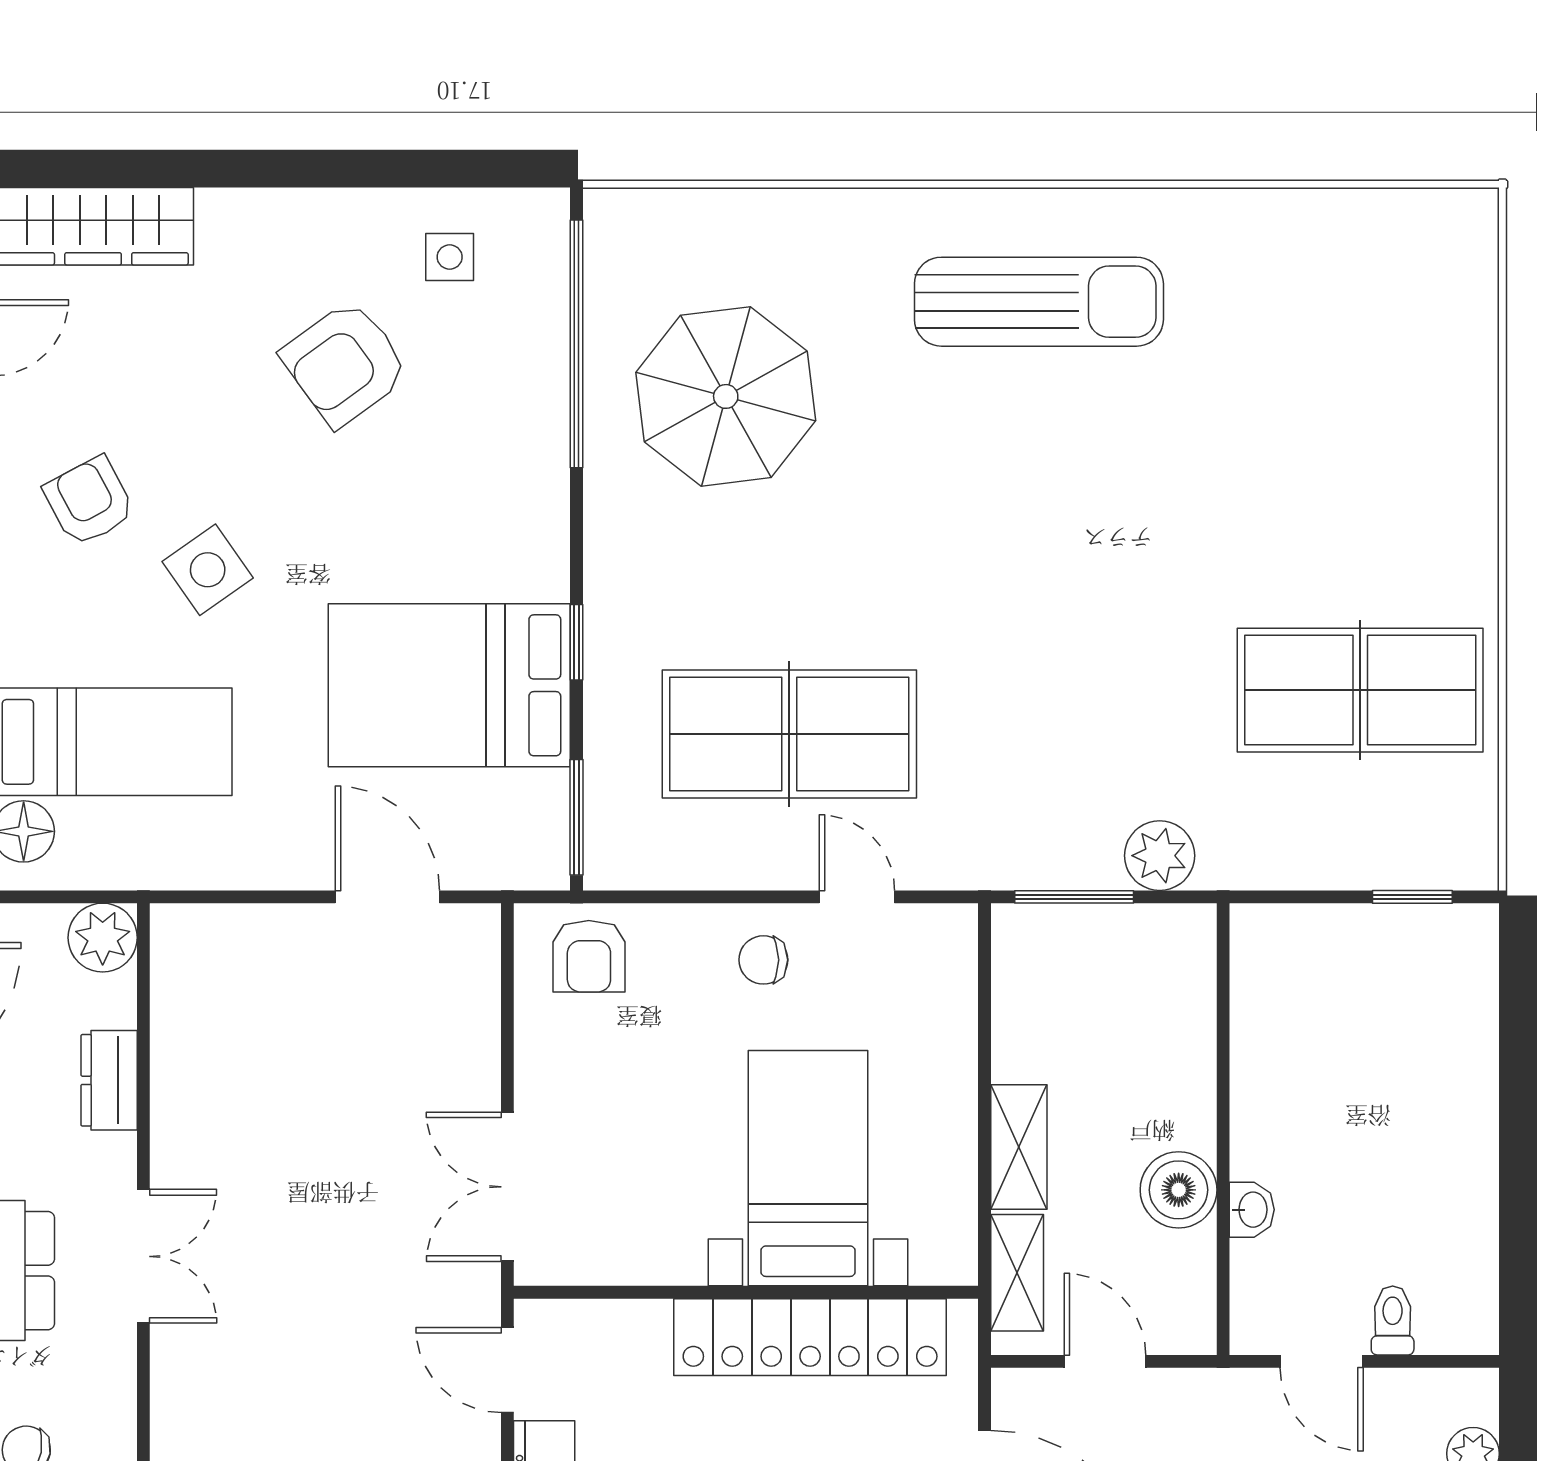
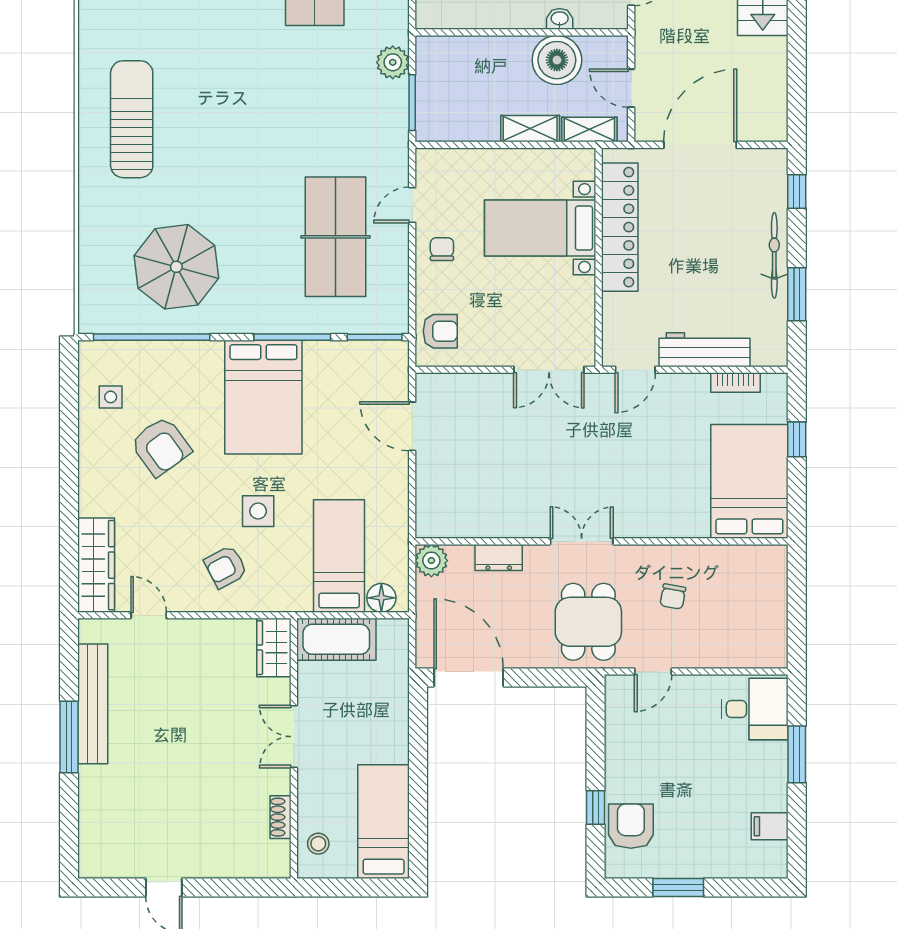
side table: (208, 570) -> (258, 511), turned 35
window: (577, 642) -> (292, 337), width x2.17
bed: (449, 685) -> (263, 397), moved
door: (387, 897) -> (412, 426), hinge flipped
chair: (763, 960) -> (442, 249), turned 180
boiler: (1179, 1190) -> (557, 60), width x1.37, depth x1.37
door: (1105, 1361) -> (631, 88), hinge flipped

